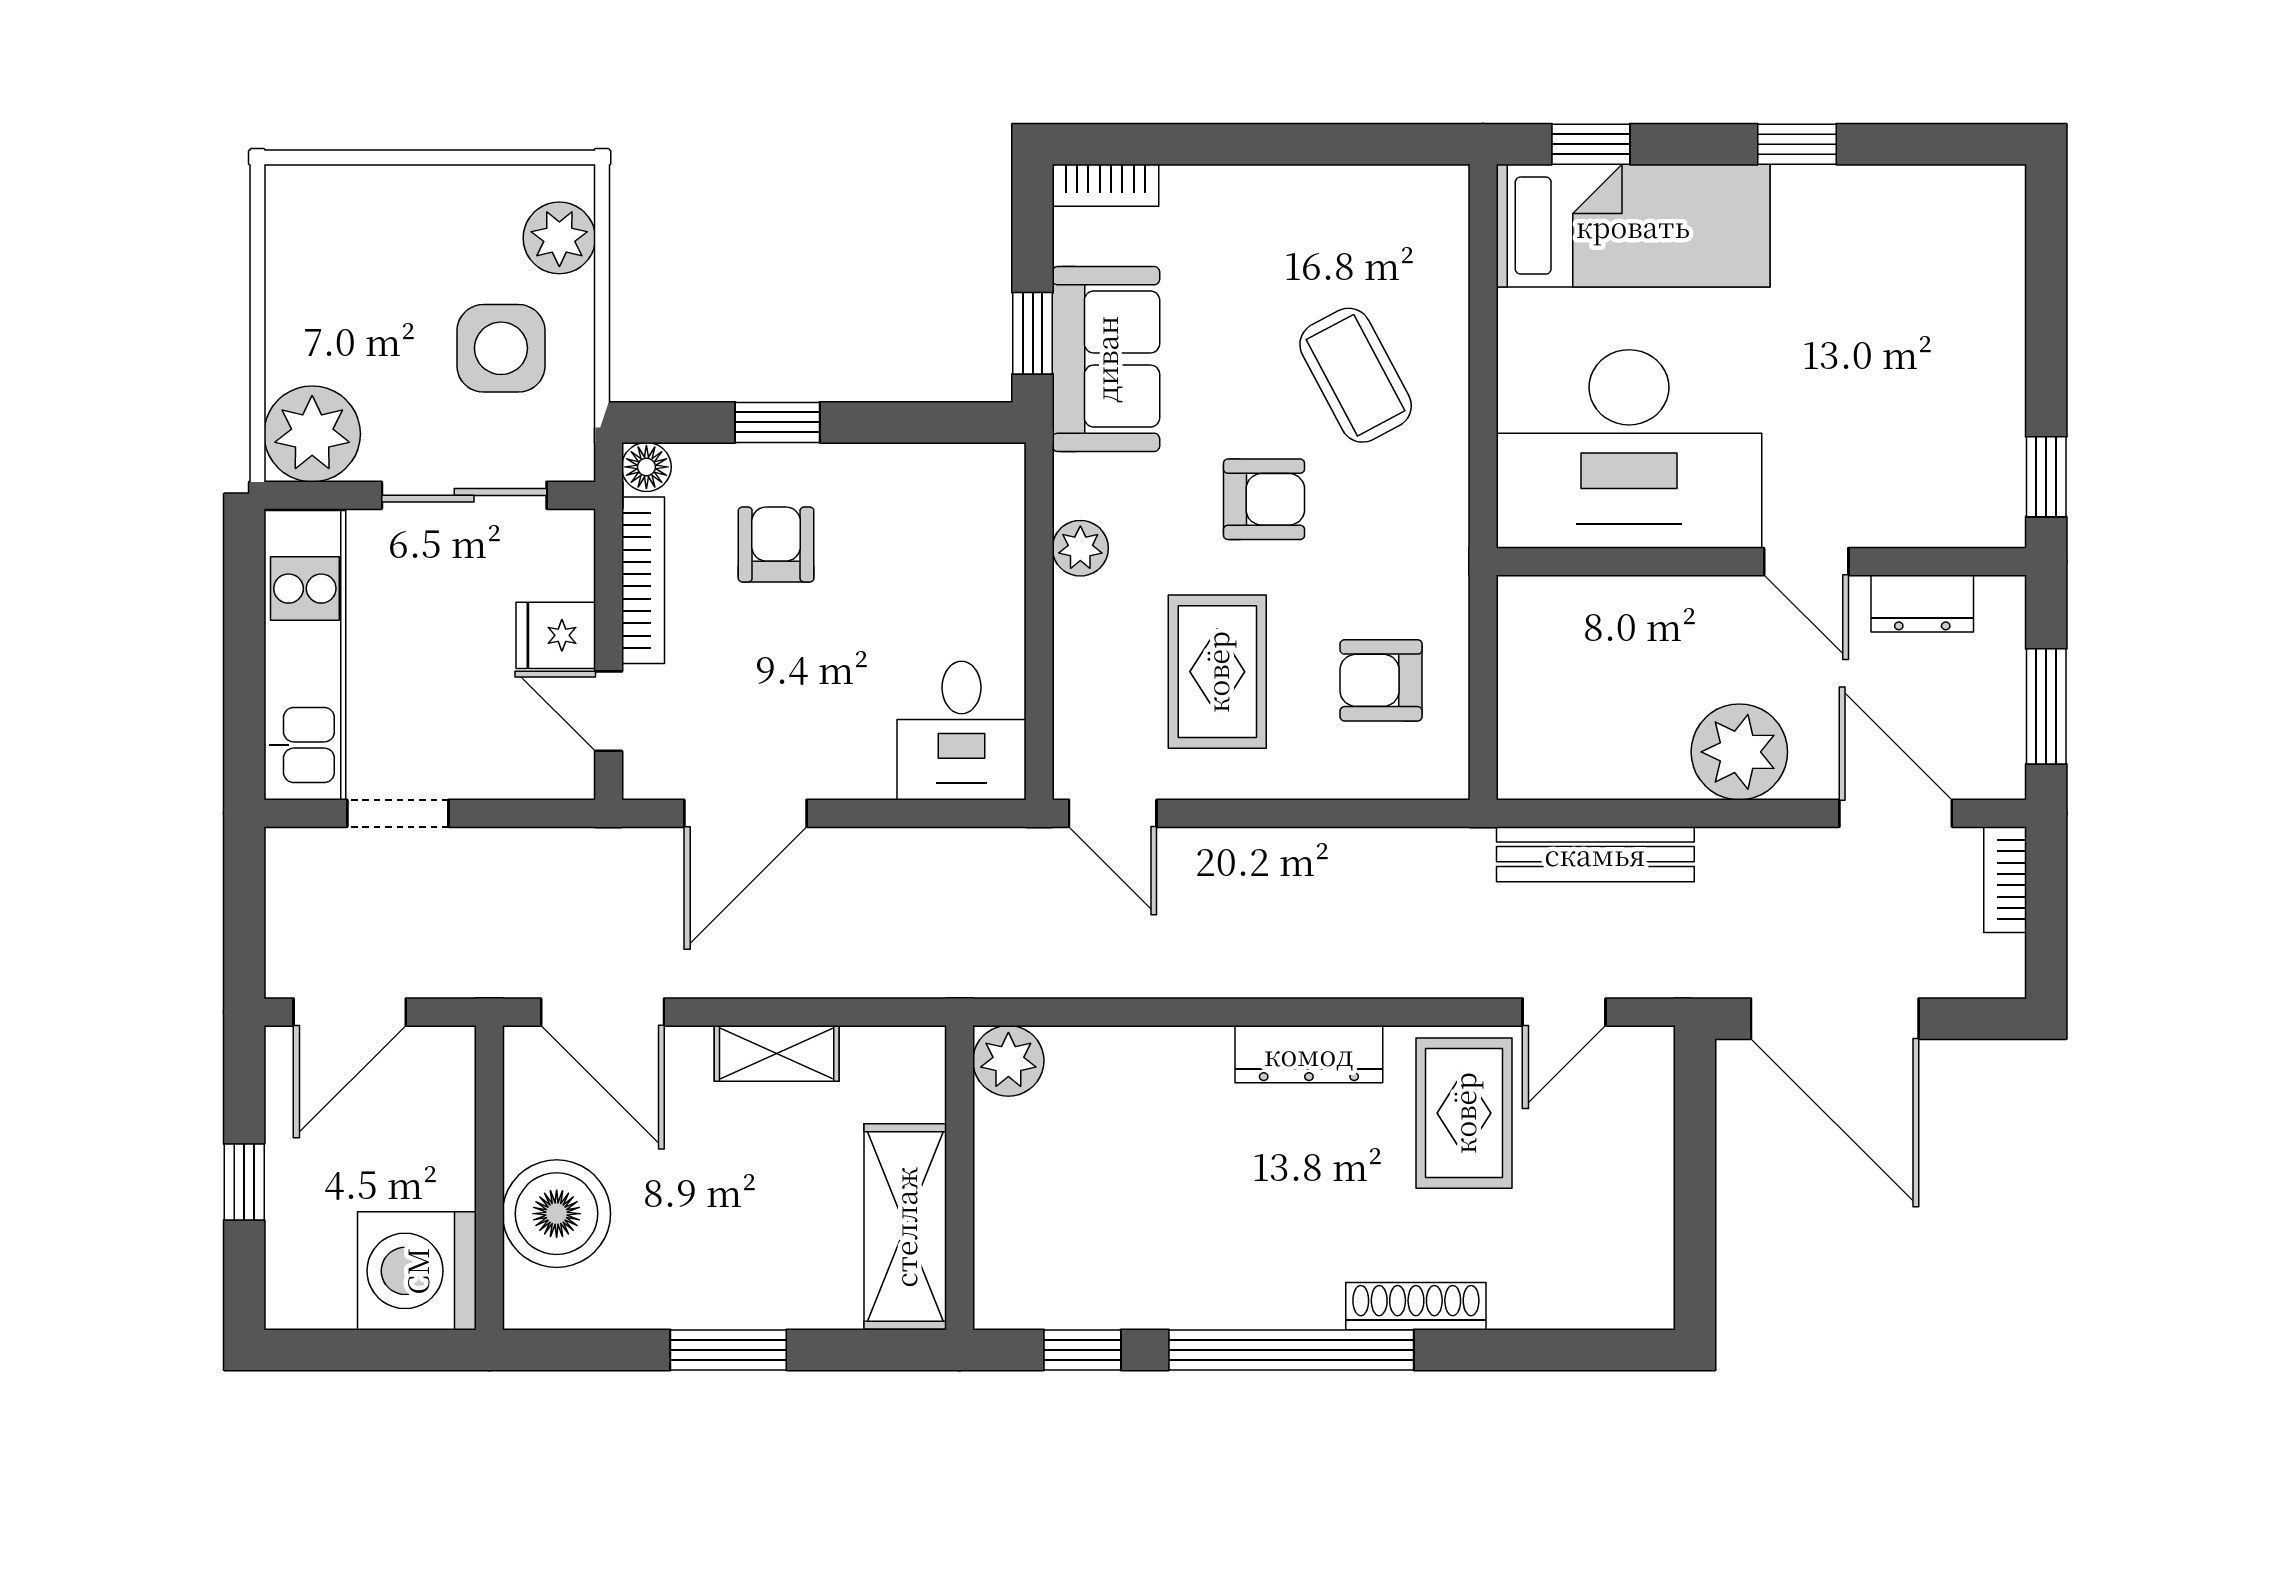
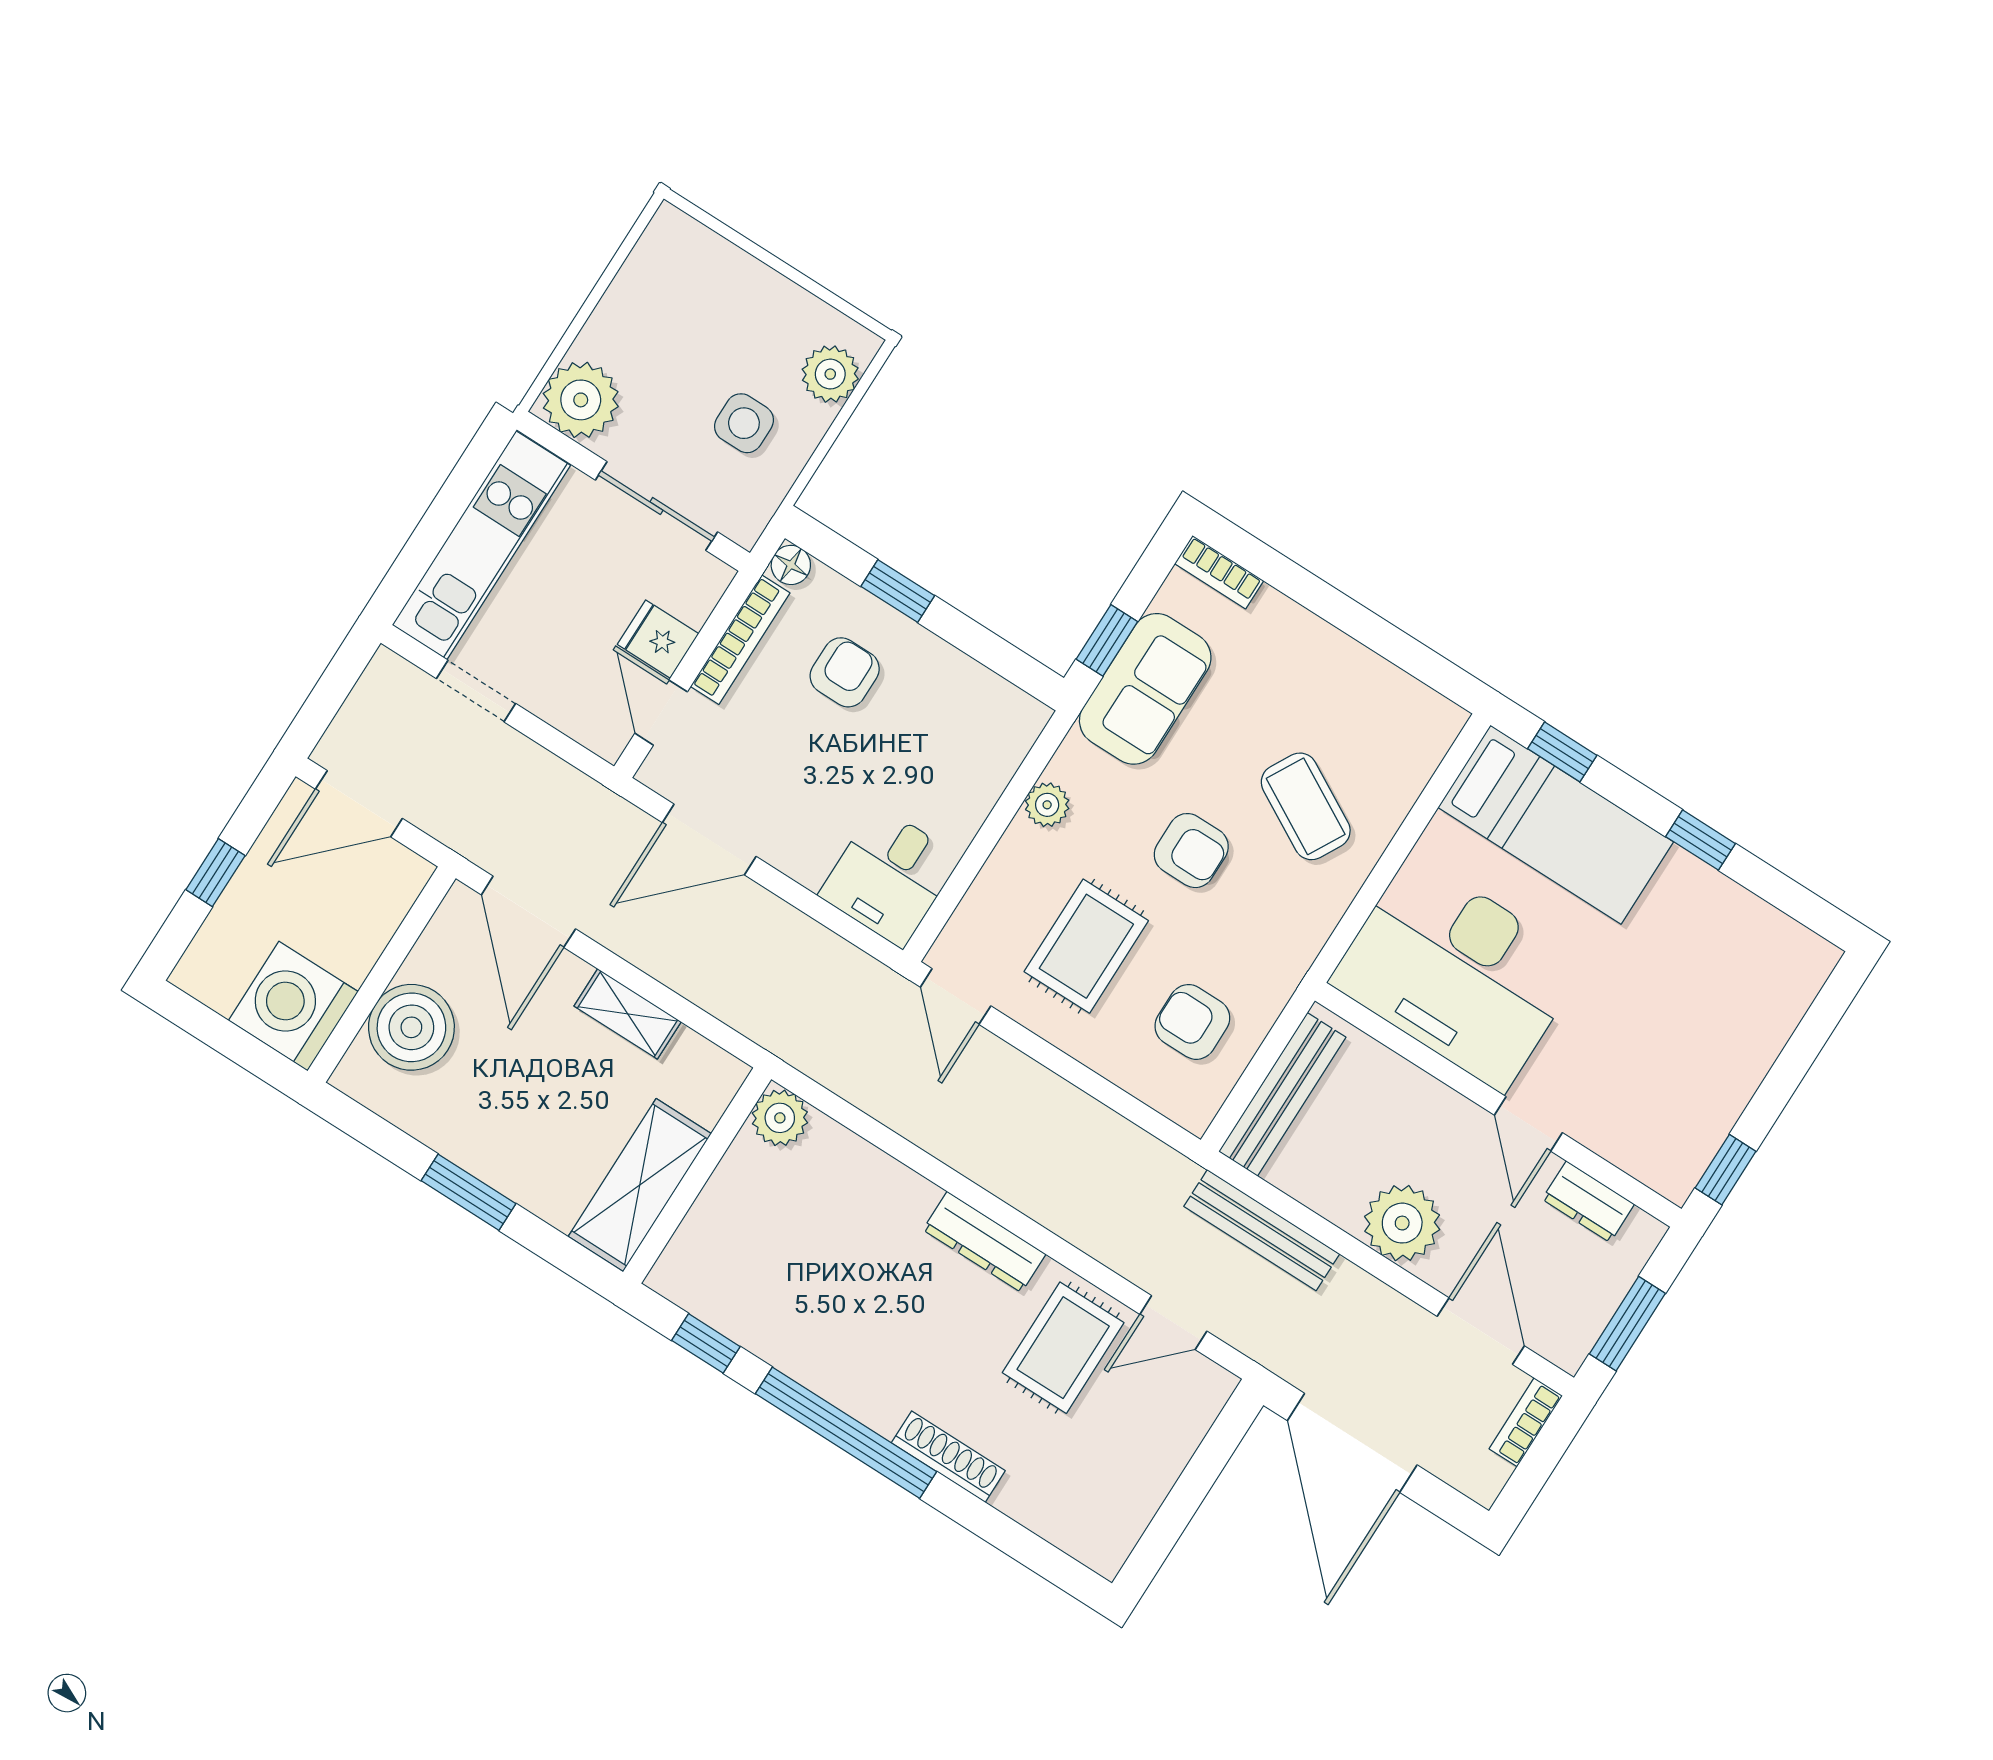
side table: (501, 348) -> (744, 423), width x0.73, depth x0.73
coffee table: (1356, 375) -> (1306, 806), turned -33
bench: (1525, 696) -> (1282, 1094), added

